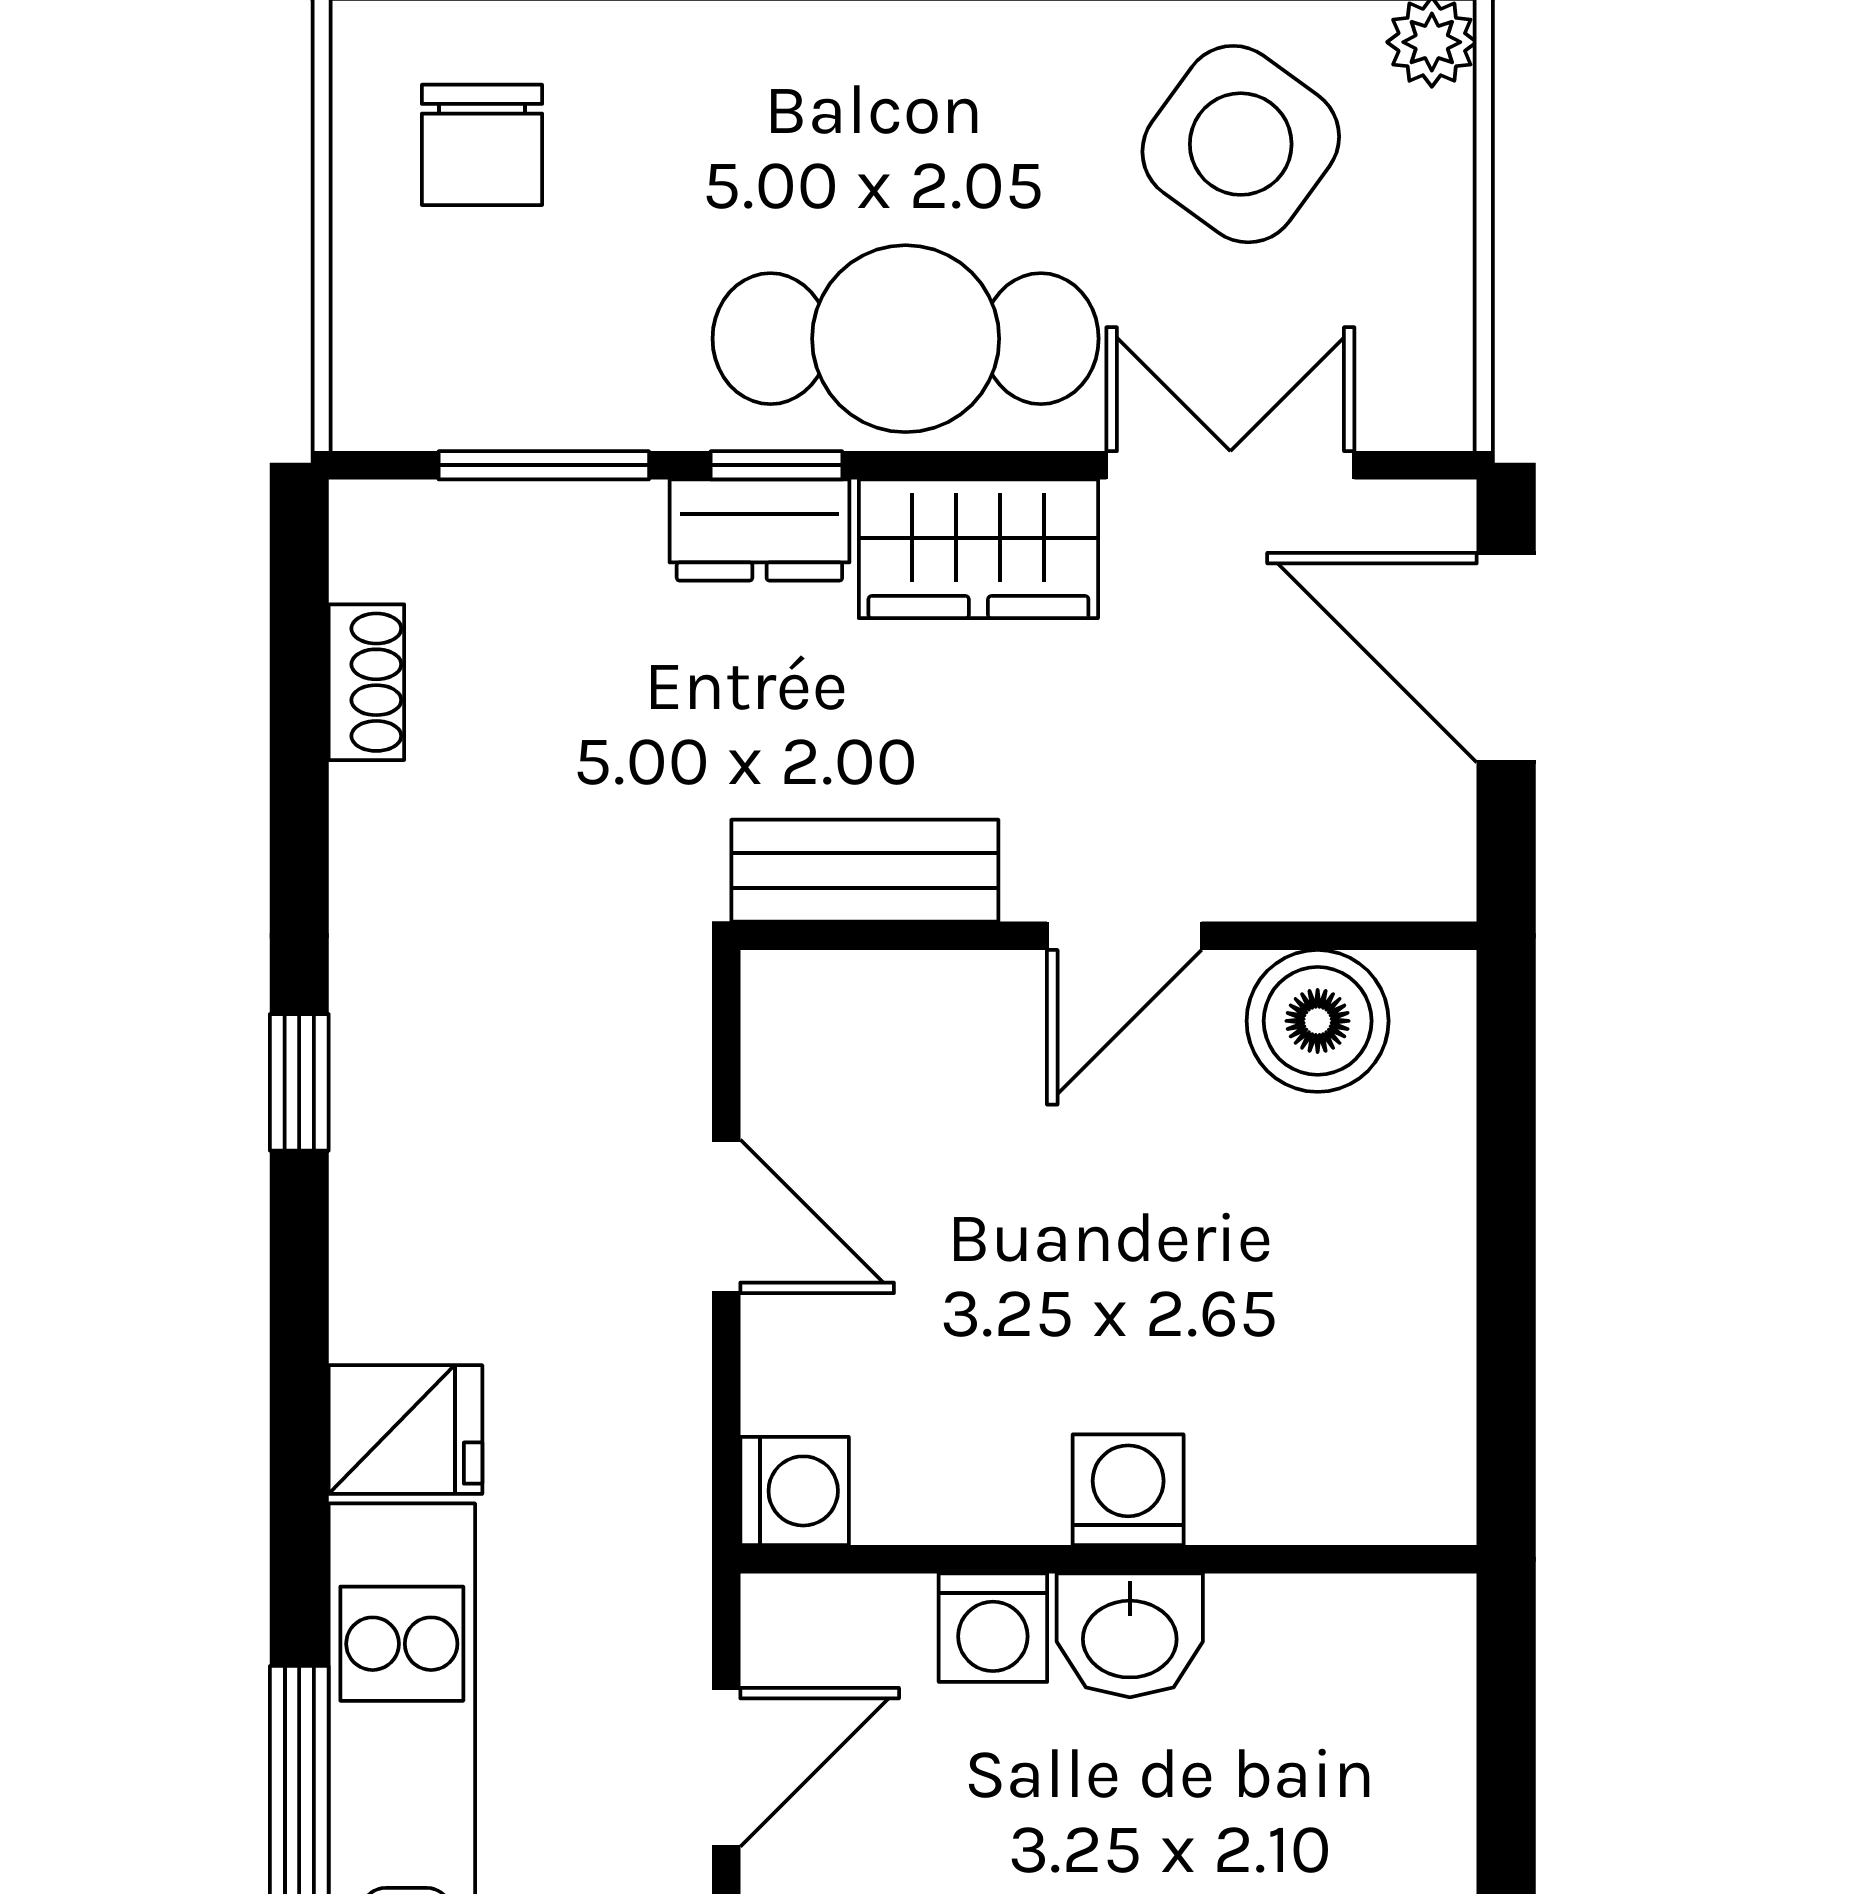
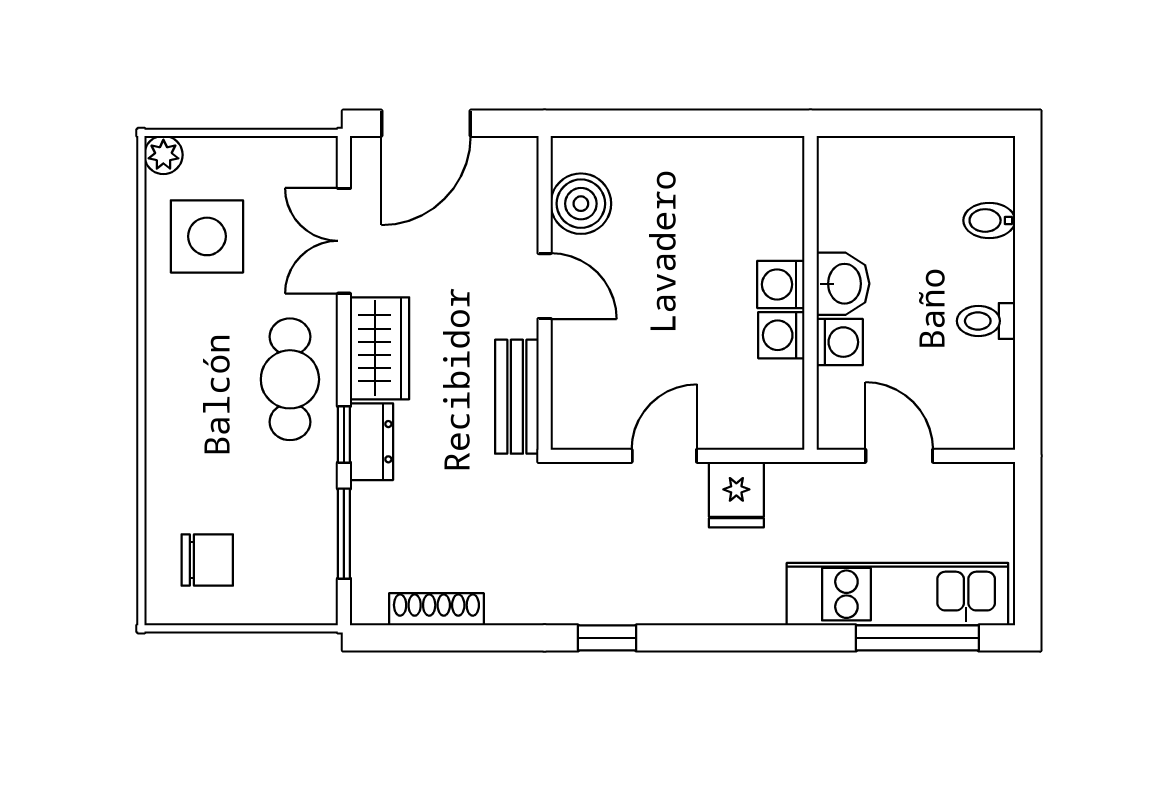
side table: (1241, 144) -> (207, 236), turned -36
cafe table: (906, 339) -> (290, 379), width x0.73, depth x0.74
shoe rack: (366, 682) -> (436, 609), width x1.43
fridge: (405, 1430) -> (736, 495), moved, turned 180
washing machine: (795, 1491) -> (781, 335), moved, turned -90

